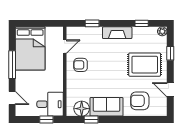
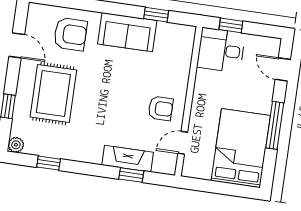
fireplace: (117, 33) -> (128, 159), moved
rug: (145, 65) -> (53, 93), turned 90
floor lamp: (82, 109) -> (169, 35), removed

